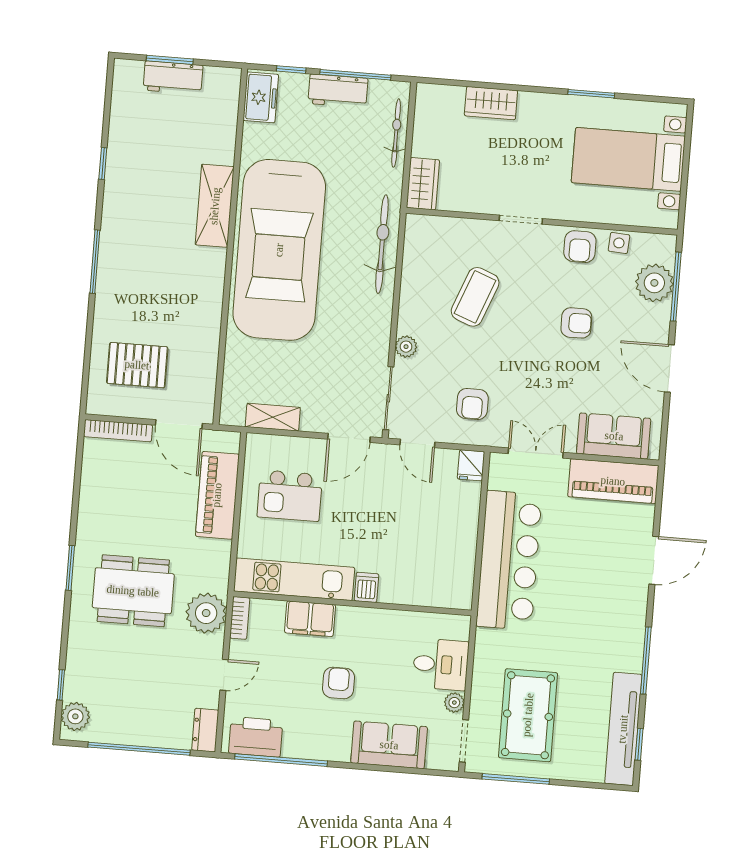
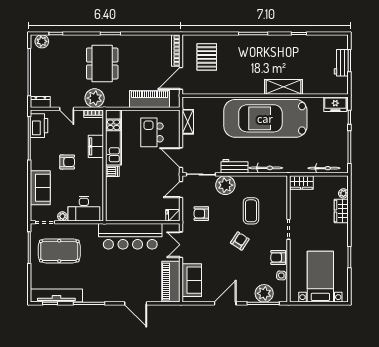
workbench: (338, 91) -> (234, 166), moved, turned 90
plant: (454, 96) -> (343, 193), added
bicycle: (382, 244) -> (266, 168), width x0.73, depth x0.71
coffee table: (475, 297) -> (251, 211), turned 69
armchair: (576, 323) -> (240, 241), moved, turned -147
plant: (406, 347) -> (225, 185), width x1.88, depth x1.88
double door: (536, 453) -> (181, 245), swing flipped
desk: (441, 664) -> (84, 209), width x1.37

